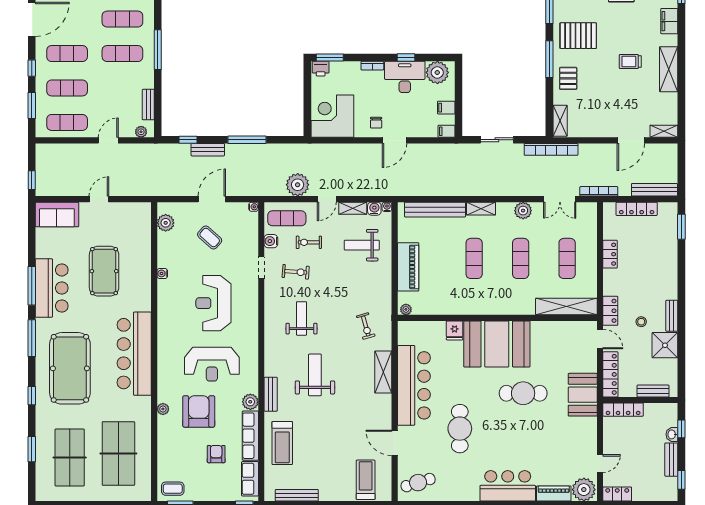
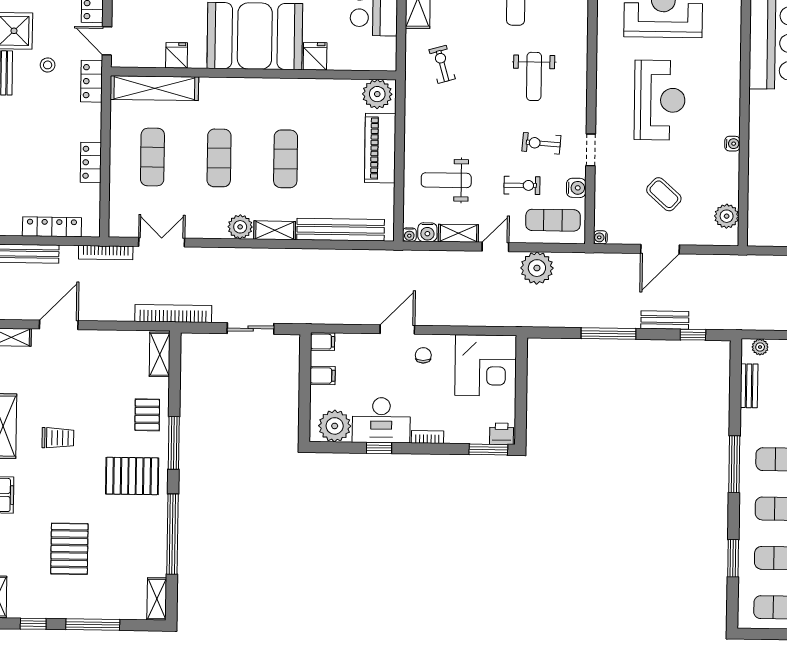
plant: (523, 211) -> (240, 227), moved
weight bench: (362, 245) -> (446, 180), turned 180
plant: (406, 309) -> (377, 94), width x1.88, depth x1.88
fridge: (551, 330) -> (177, 55), added

